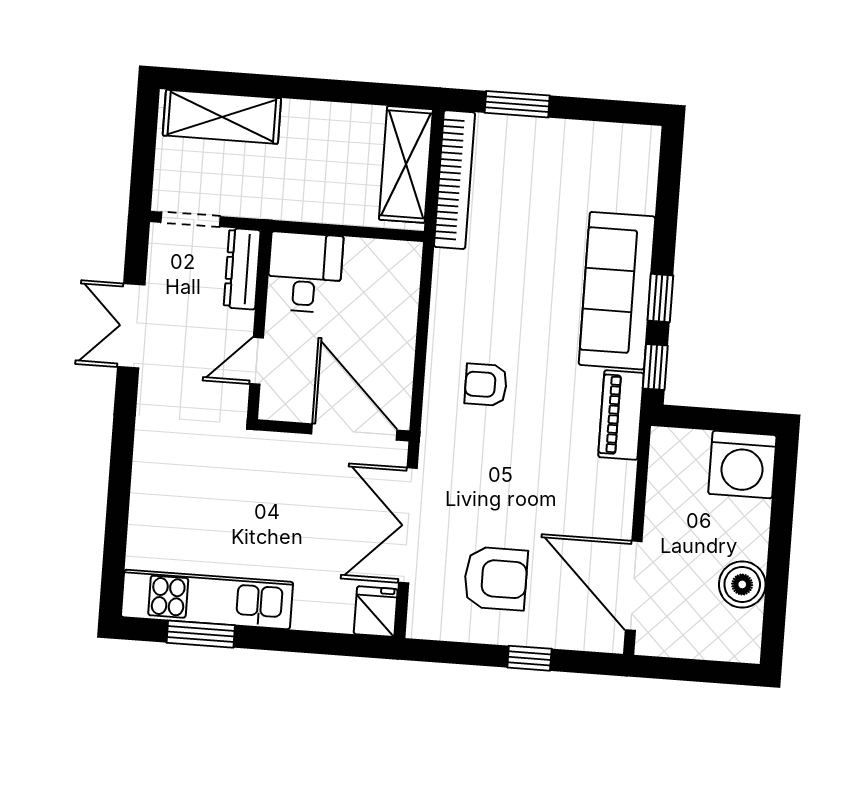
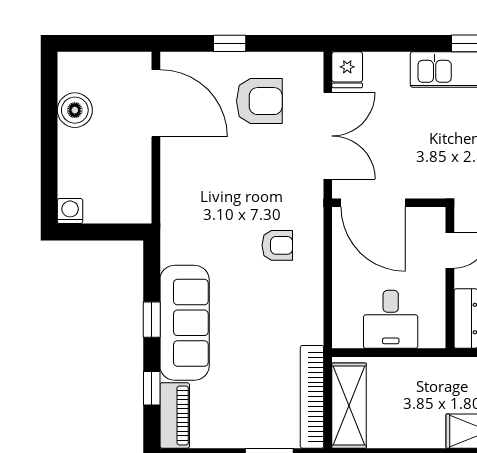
desk: (305, 272) -> (391, 319), moved
window: (655, 367) -> (152, 388), moved
piano: (621, 415) -> (175, 415), moved
washing machine: (742, 465) -> (70, 211), width x0.53, depth x0.53
armchair: (496, 579) -> (259, 101), turned 180

